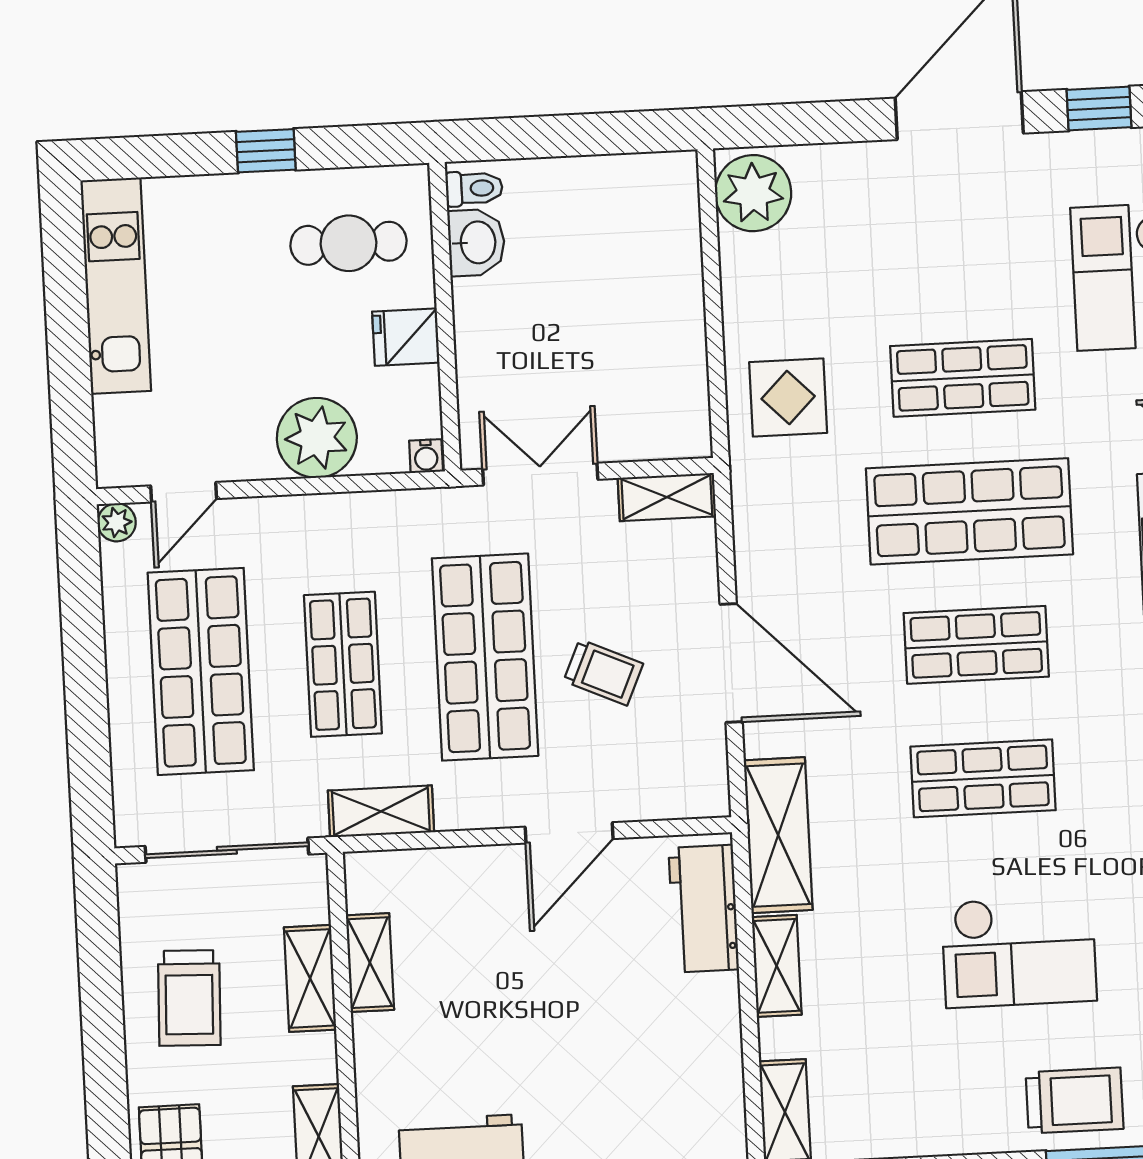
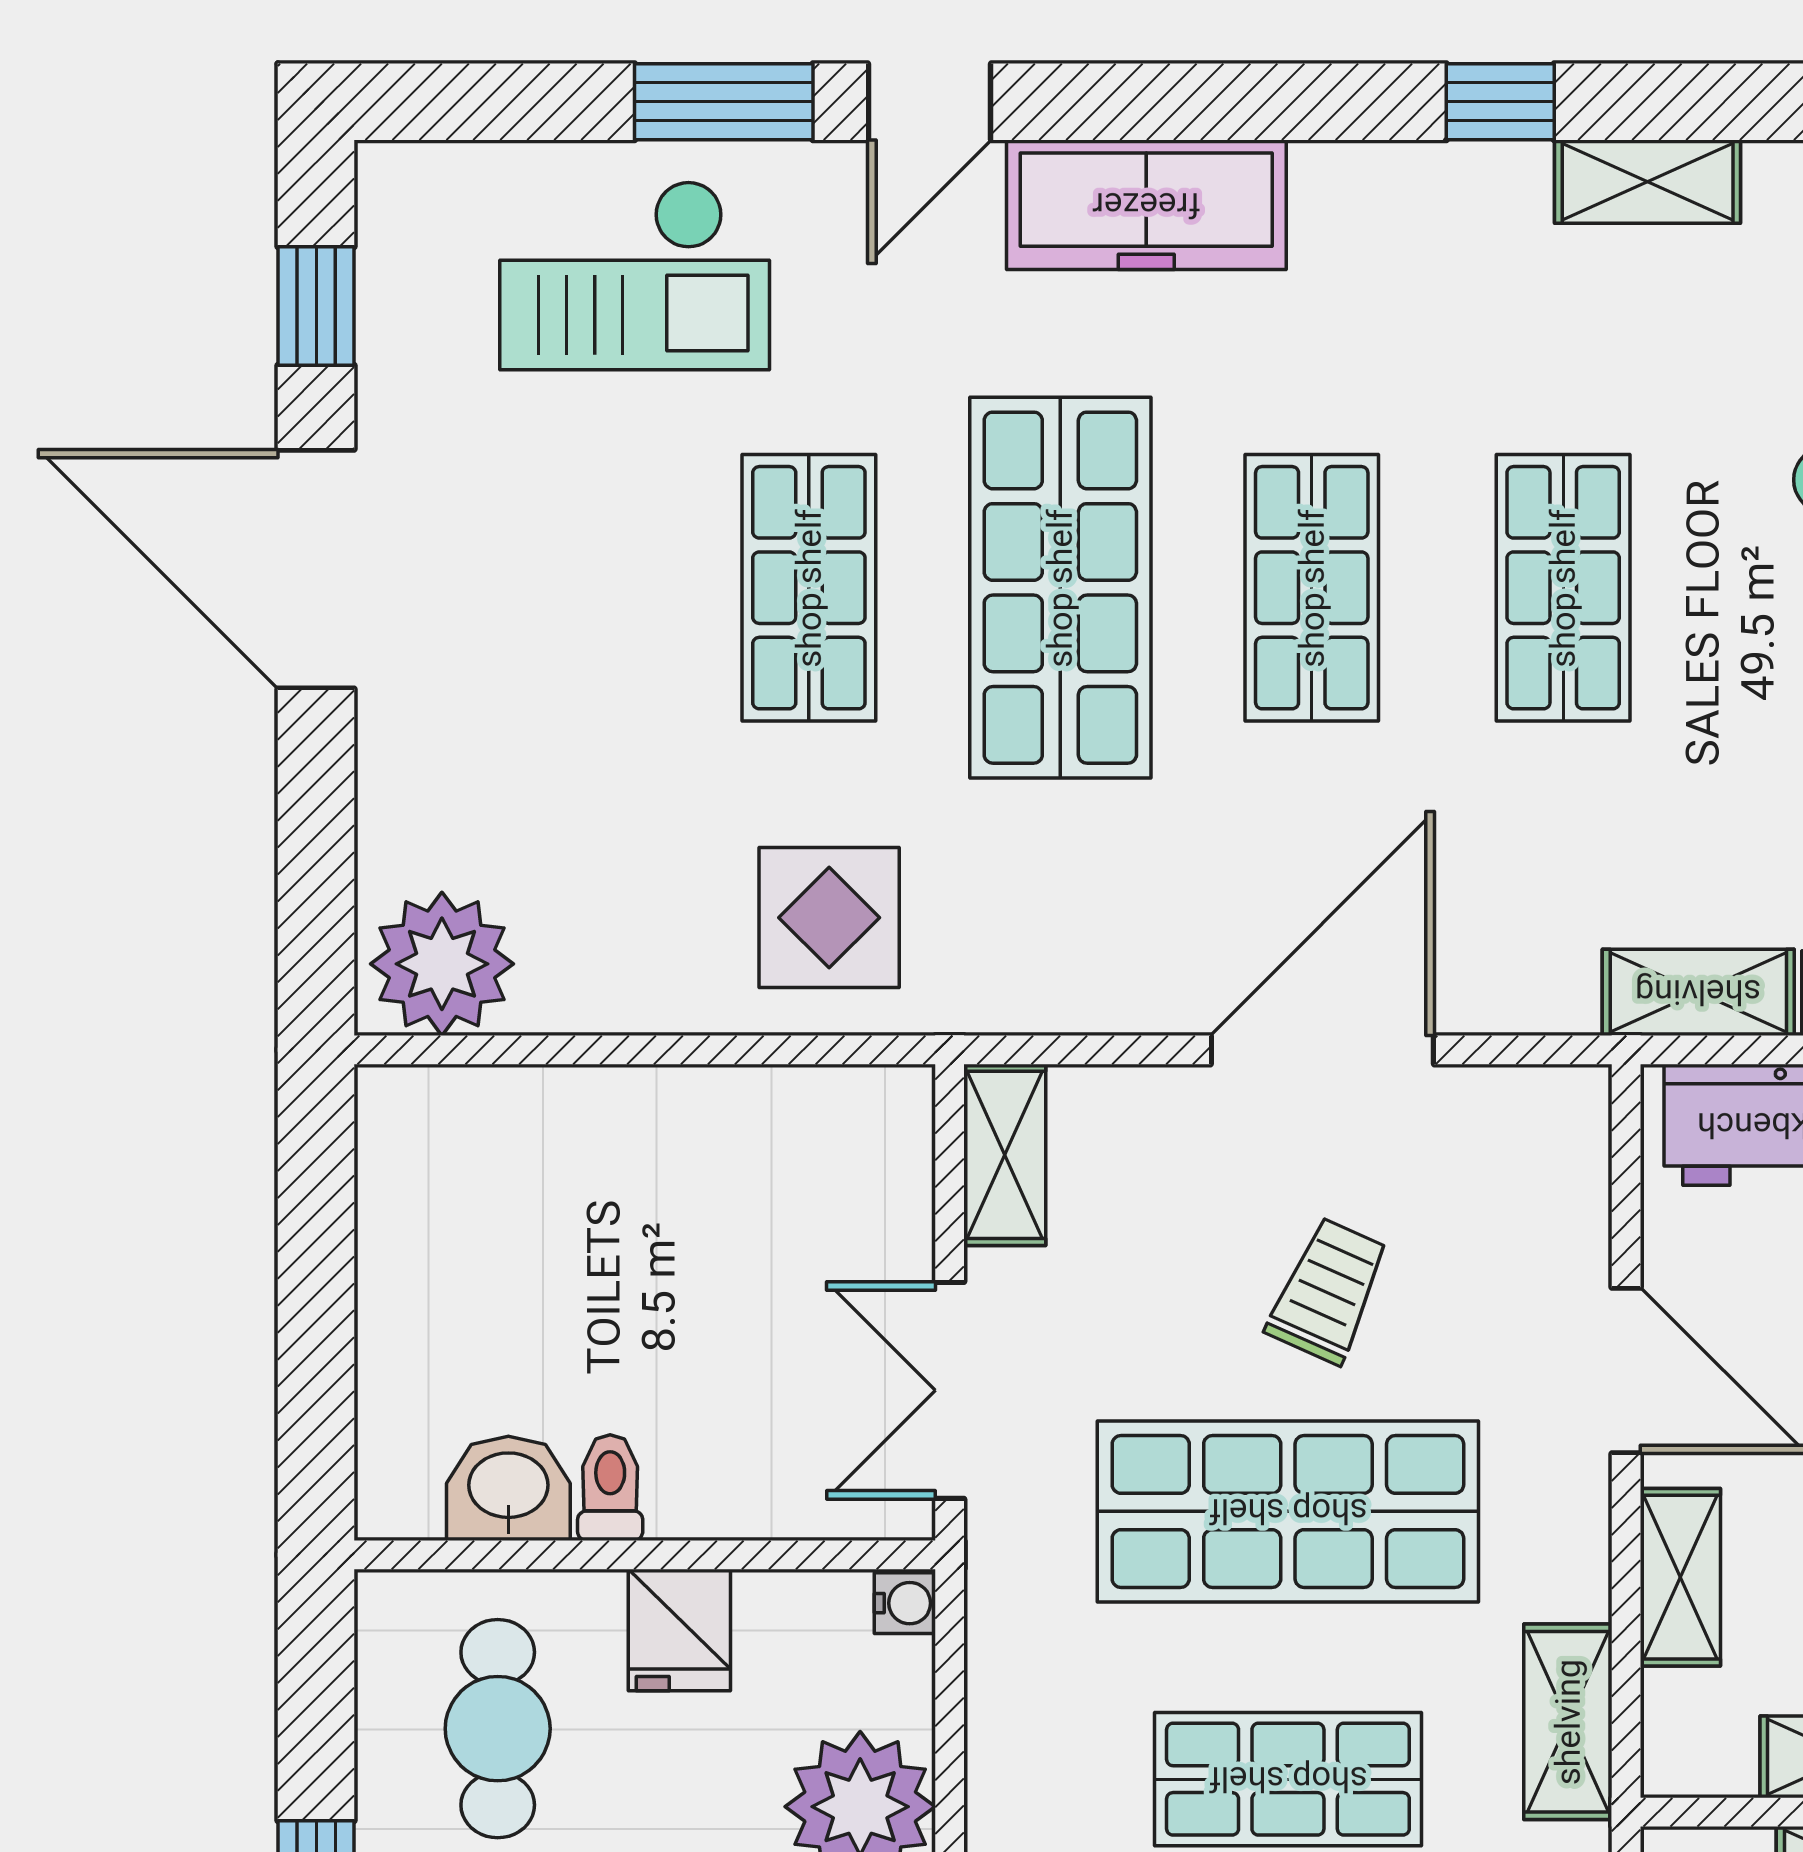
toilet: (474, 188) -> (610, 1488), moved
shelving: (778, 835) -> (1698, 992), width x0.67, depth x0.75
shelving: (461, 867) -> (1680, 1577), added

